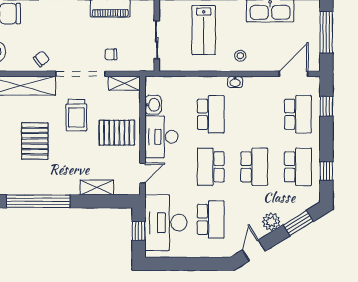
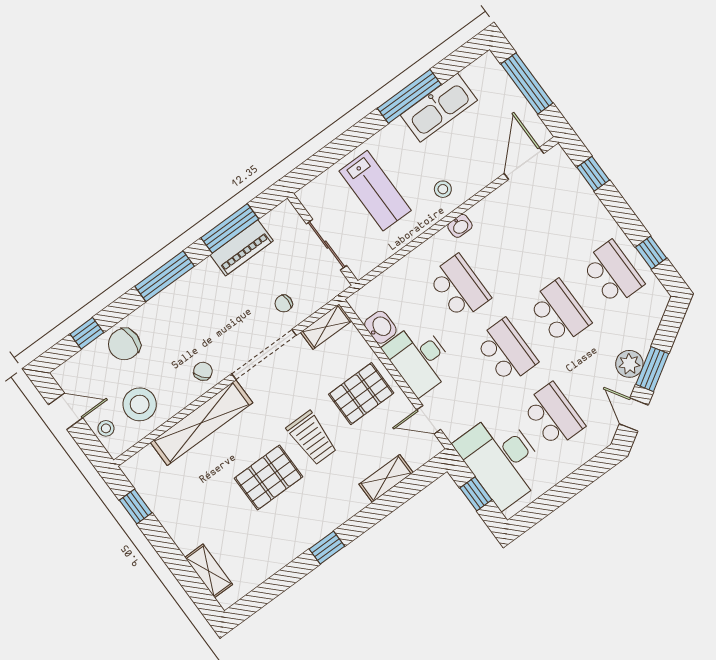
school desk: (298, 114) -> (566, 209), removed
trolley: (76, 115) -> (312, 438), moved
pallet: (35, 141) -> (268, 477), turned 90
school desk: (211, 167) -> (506, 351), turned 180
door: (143, 173) -> (429, 420), swing flipped
window: (38, 201) -> (327, 548), width x0.32
window: (298, 223) -> (652, 369), moved

